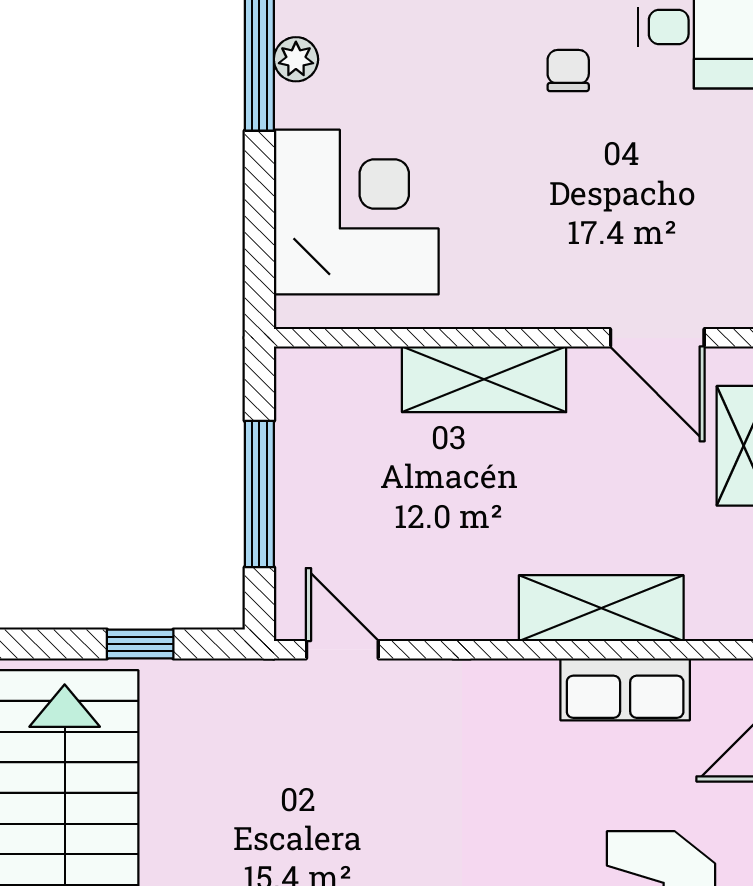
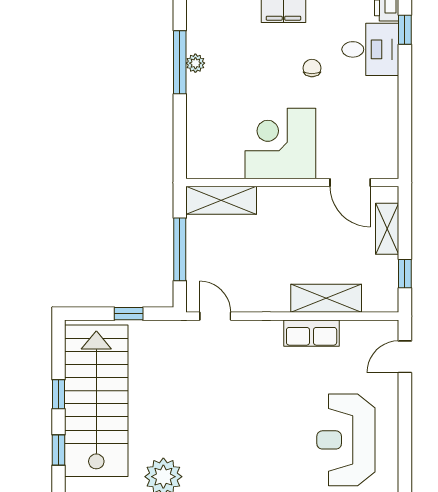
corner desk: (356, 212) -> (280, 144), moved, turned -90
shelving: (484, 379) -> (221, 200), moved
row of seats: (625, 689) -> (312, 333), moved

